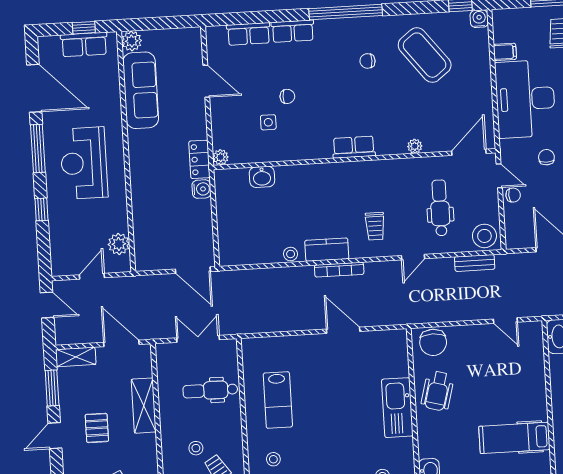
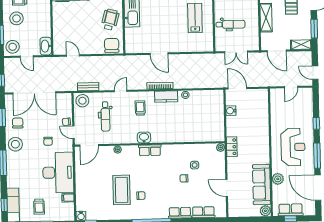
coffee table: (425, 55) -> (121, 190), moved, turned 38
washbasin: (262, 177) -> (144, 138), moved
water cooler: (202, 189) -> (231, 111), moved
plant: (119, 244) -> (278, 179), moved

